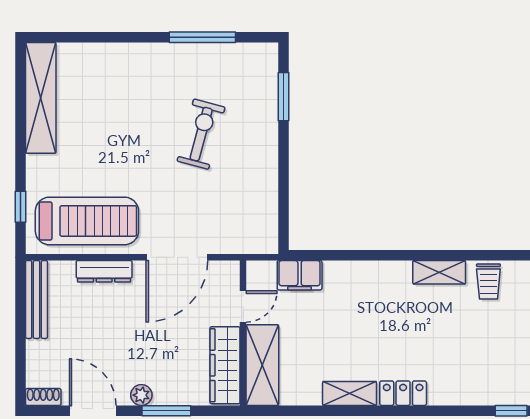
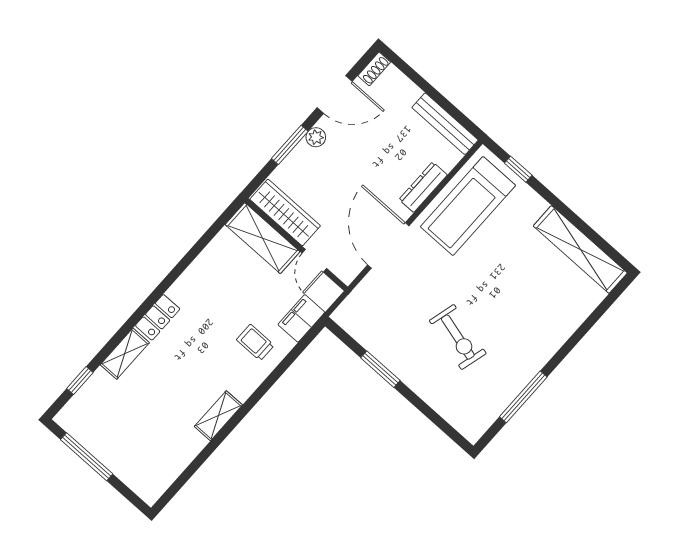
window: (284, 97) -> (380, 369), moved
trolley: (488, 281) -> (255, 343), moved
shelving: (350, 393) -> (125, 354), moved

